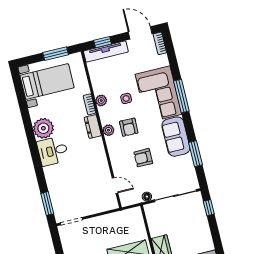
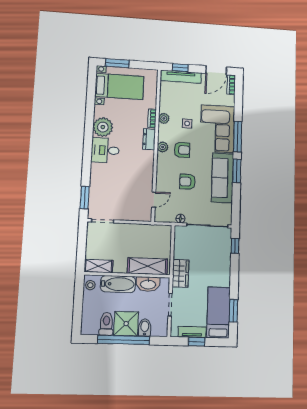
door: (140, 33) -> (216, 70), swing flipped
window: (56, 54) -> (117, 63), moved
armchair: (129, 127) -> (182, 150), turned -91
sofa: (176, 137) -> (222, 178), width x1.36
window: (196, 154) -> (237, 171), moved
door: (115, 186) -> (154, 200), hinge flipped

